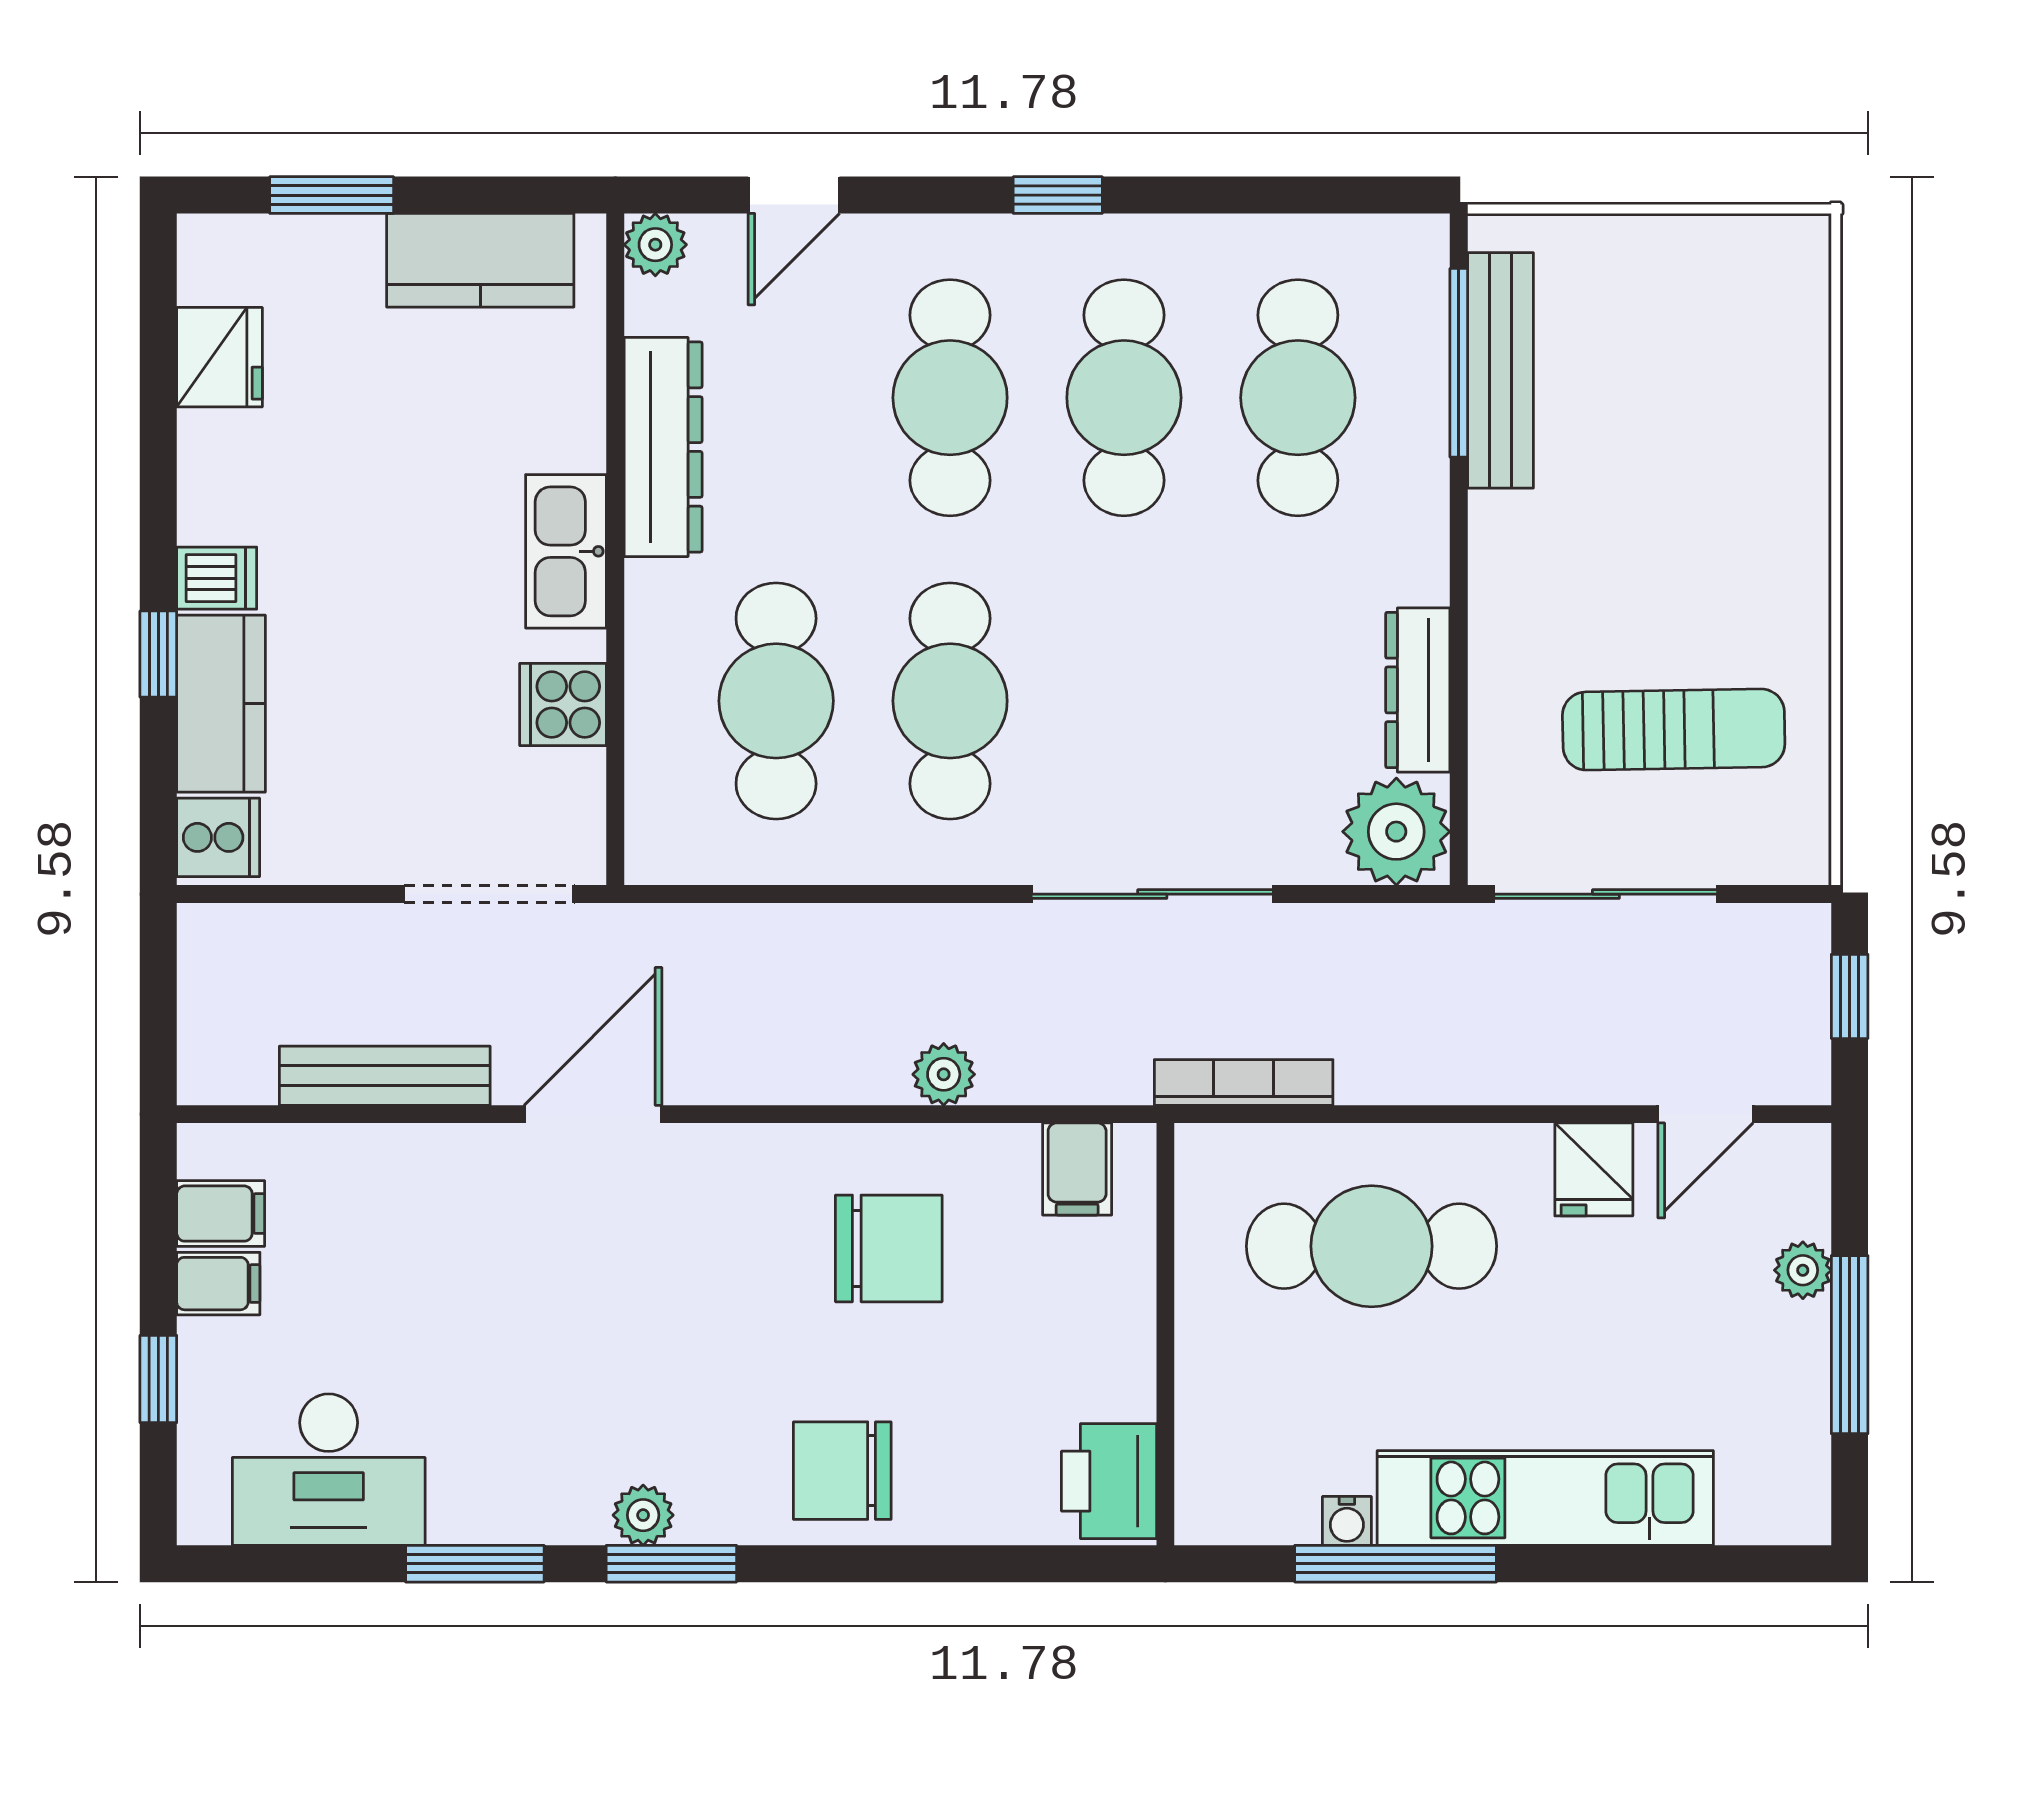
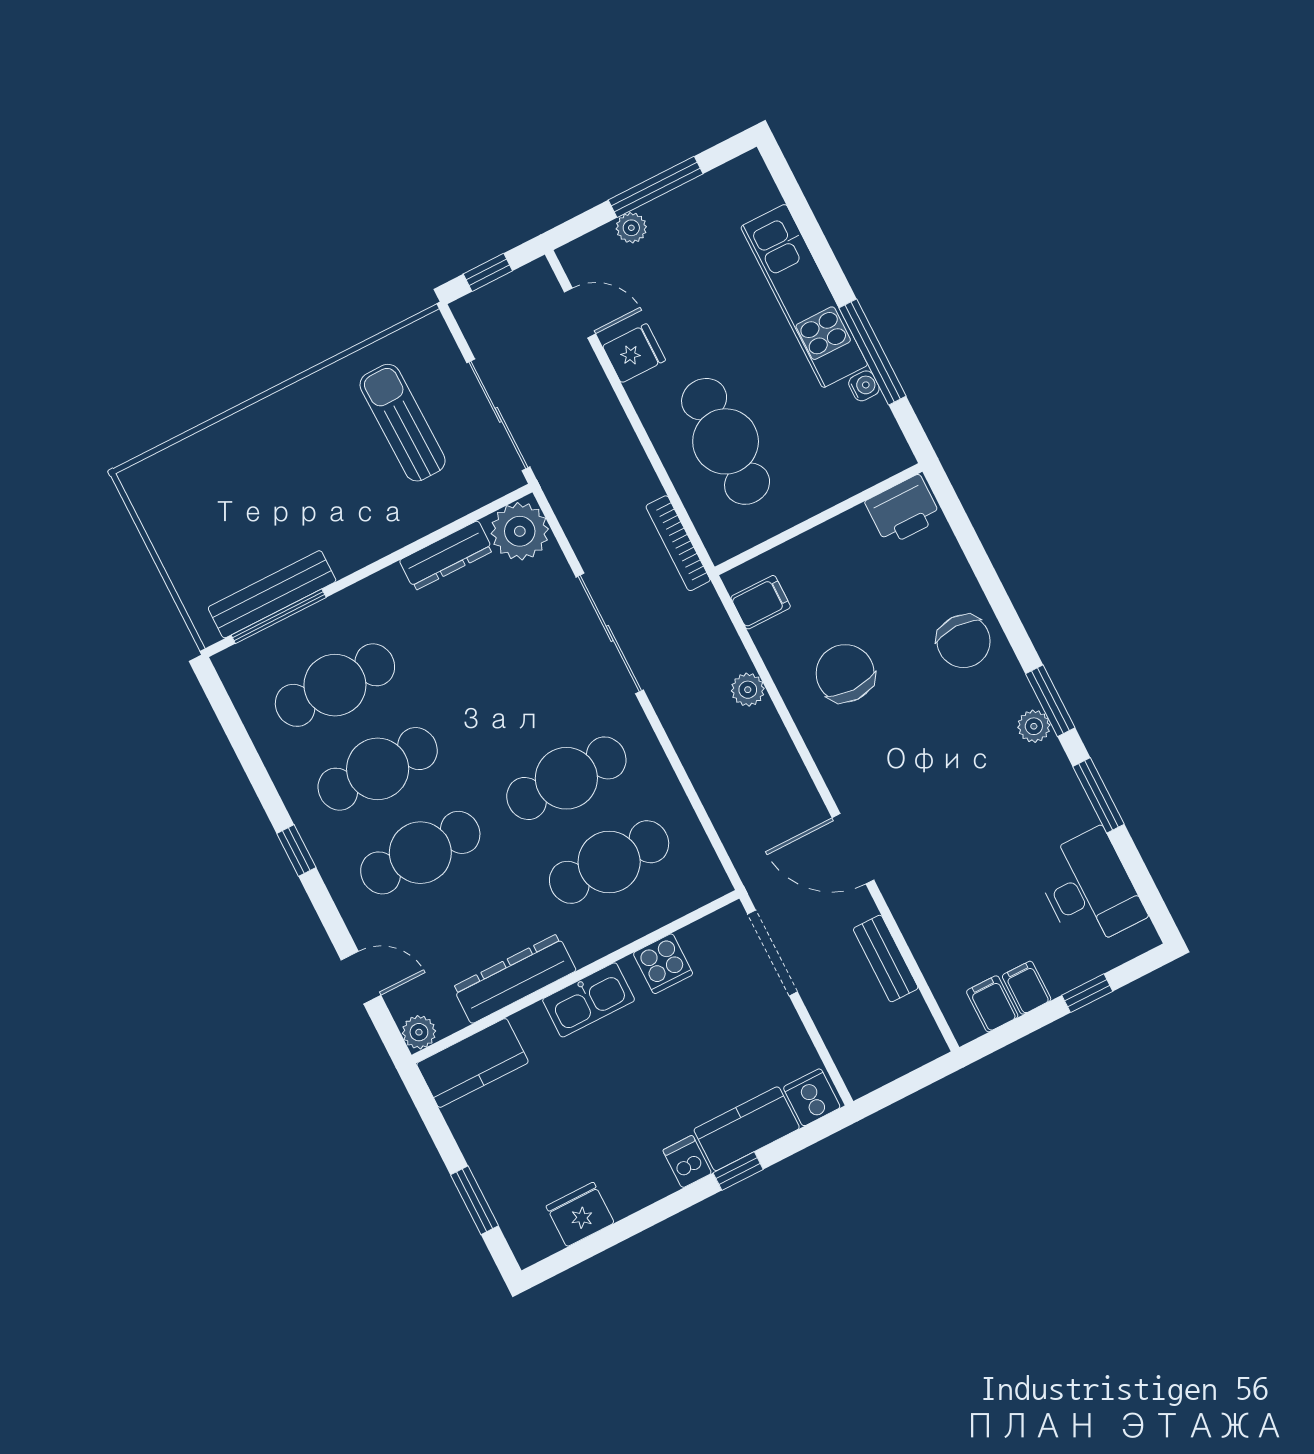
kitchen counter: (480, 260) -> (472, 1063), moved, turned 90
bench: (385, 1076) -> (886, 959), width x0.73

